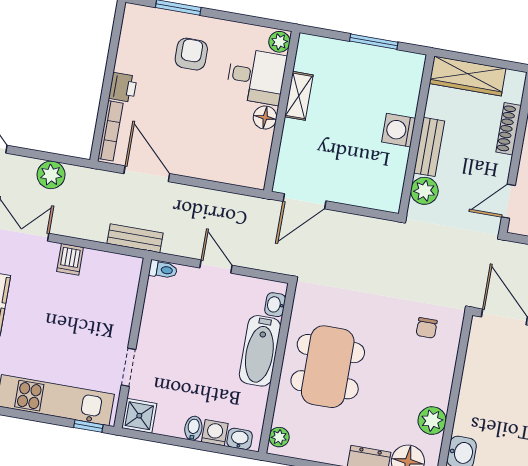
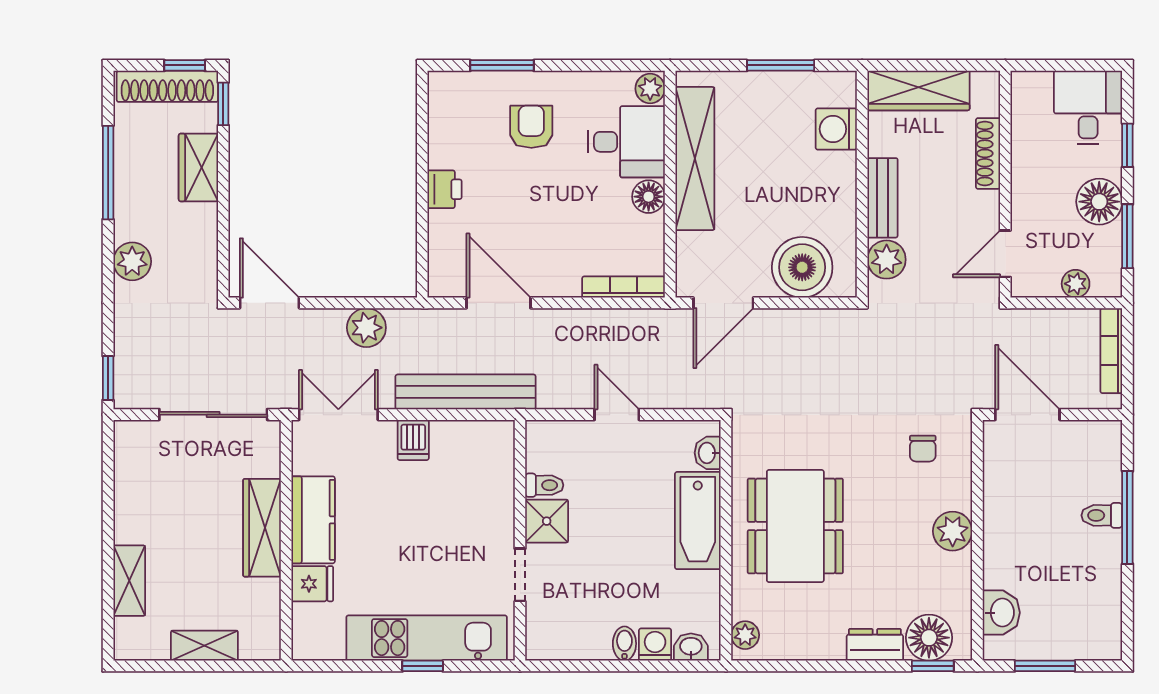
shelving: (299, 96) -> (695, 159), width x2.20, depth x1.33
washing machine: (399, 130) -> (836, 129), moved
bookcase: (110, 131) -> (623, 287), moved, turned -90
boiler: (364, 186) -> (802, 267), added
bench: (135, 238) -> (466, 392), width x1.86, depth x1.21
toilet: (163, 270) -> (544, 485), moved
shower: (139, 416) -> (547, 521), moved
plant: (432, 421) -> (953, 531), moved
window: (88, 426) -> (423, 666), moved

